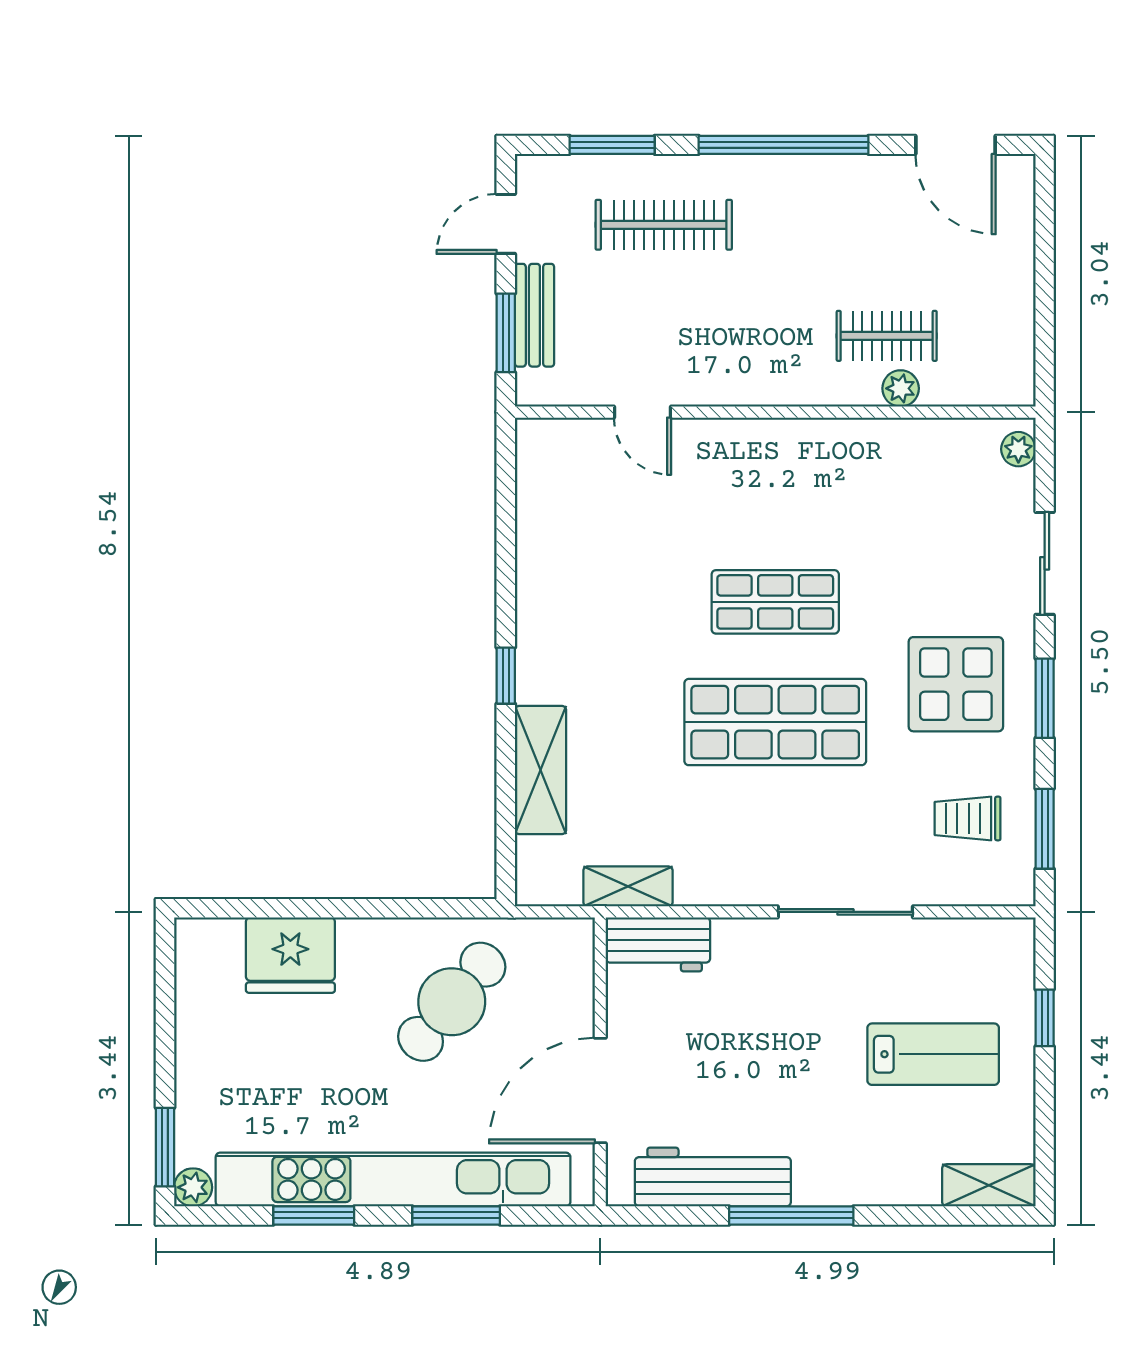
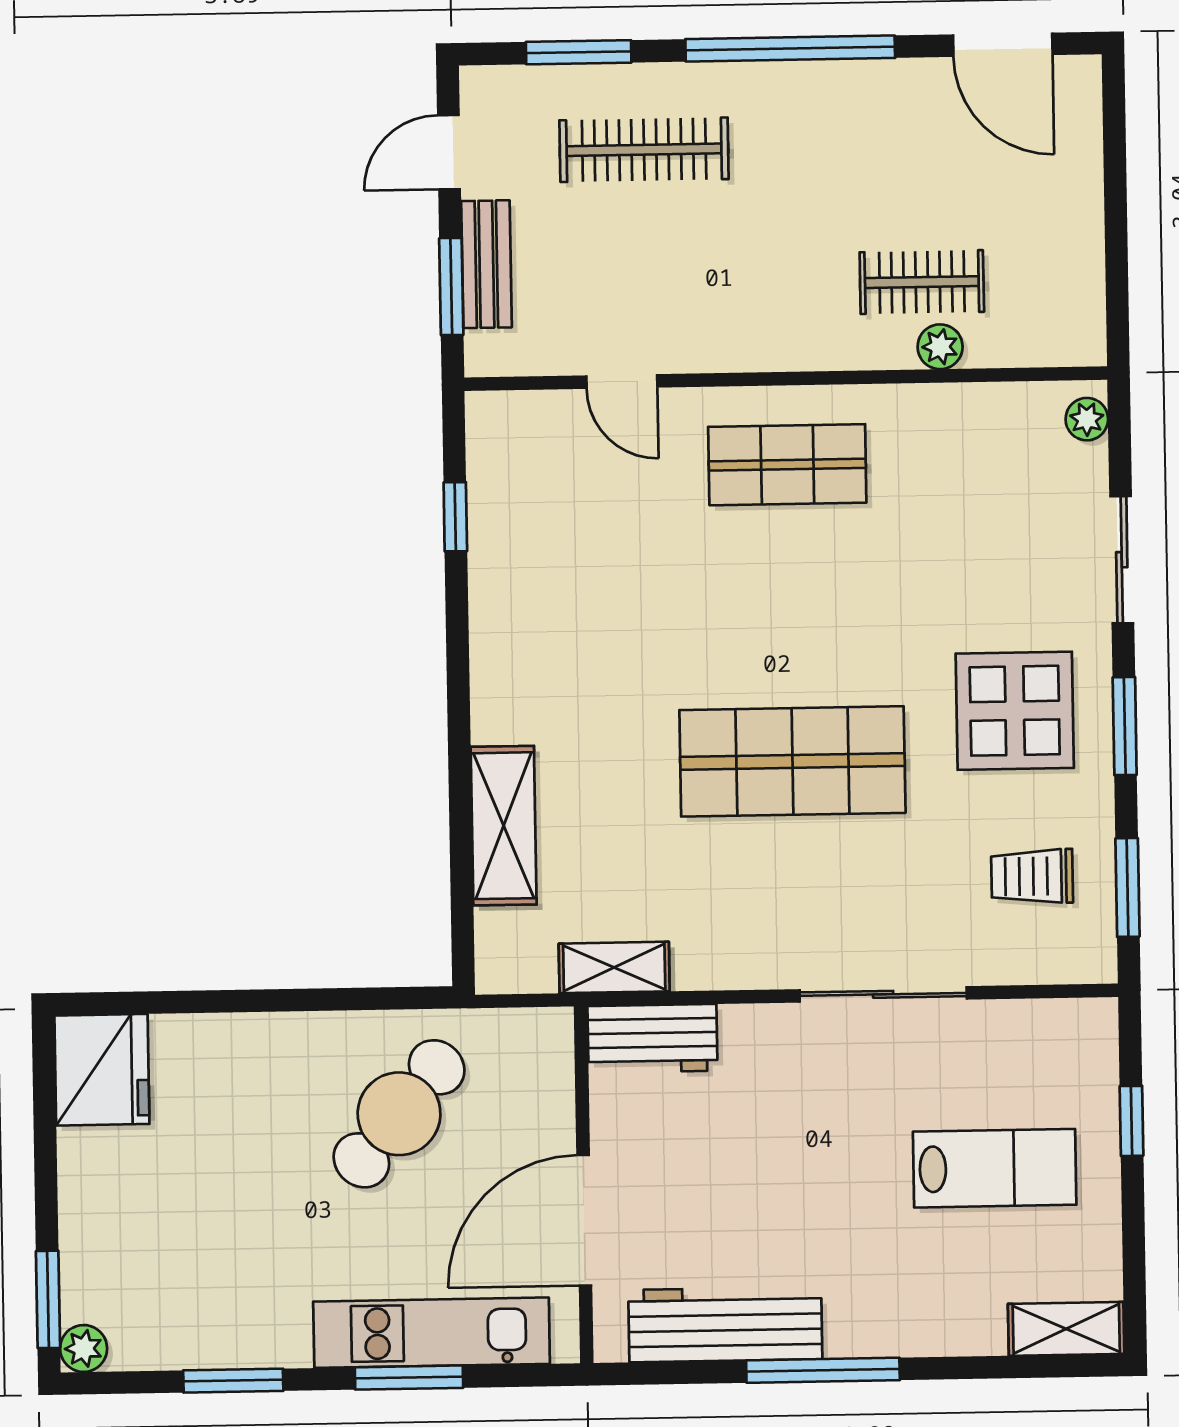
shop shelf: (775, 602) -> (787, 465), moved
window: (506, 676) -> (455, 517), moved
fridge: (290, 955) -> (102, 1070), moved, turned -90
kitchen unit: (393, 1179) -> (432, 1333), width x0.54

